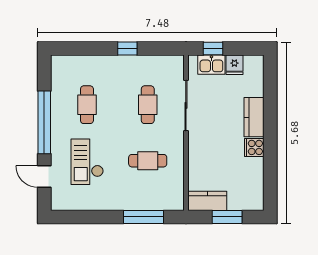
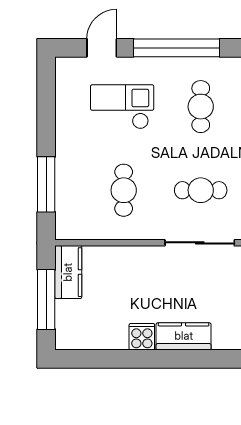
cafe table: (87, 105) -> (201, 107), turned 90
window: (227, 217) -> (46, 299), width x1.44

